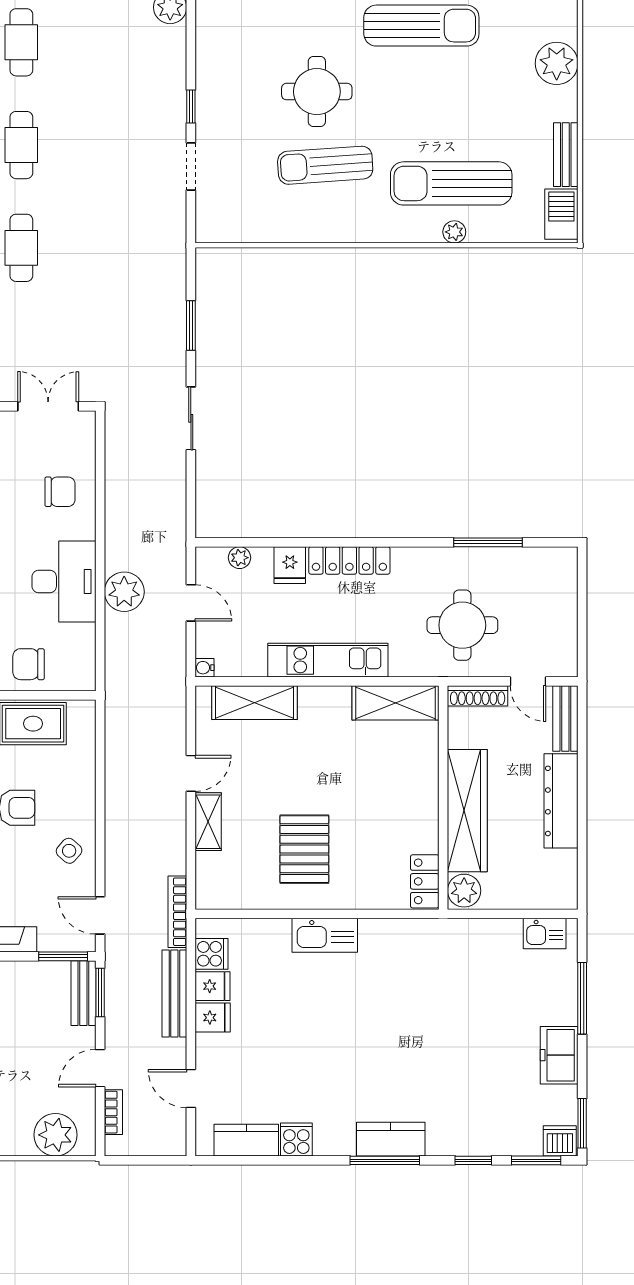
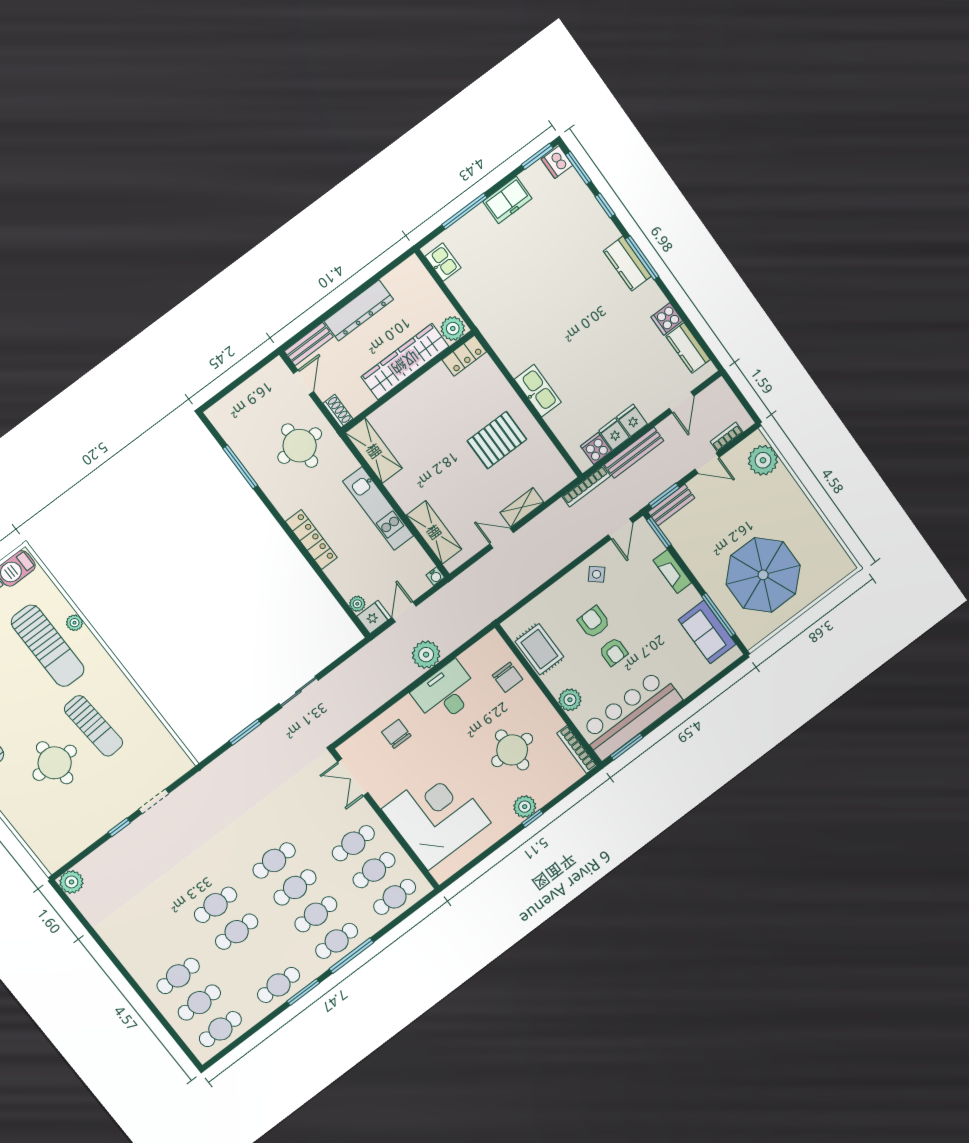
cafe table: (21, 42) -> (157, 949), removed
fridge: (290, 565) -> (374, 617), moved
shoe rack: (478, 696) -> (338, 411), width x0.70

